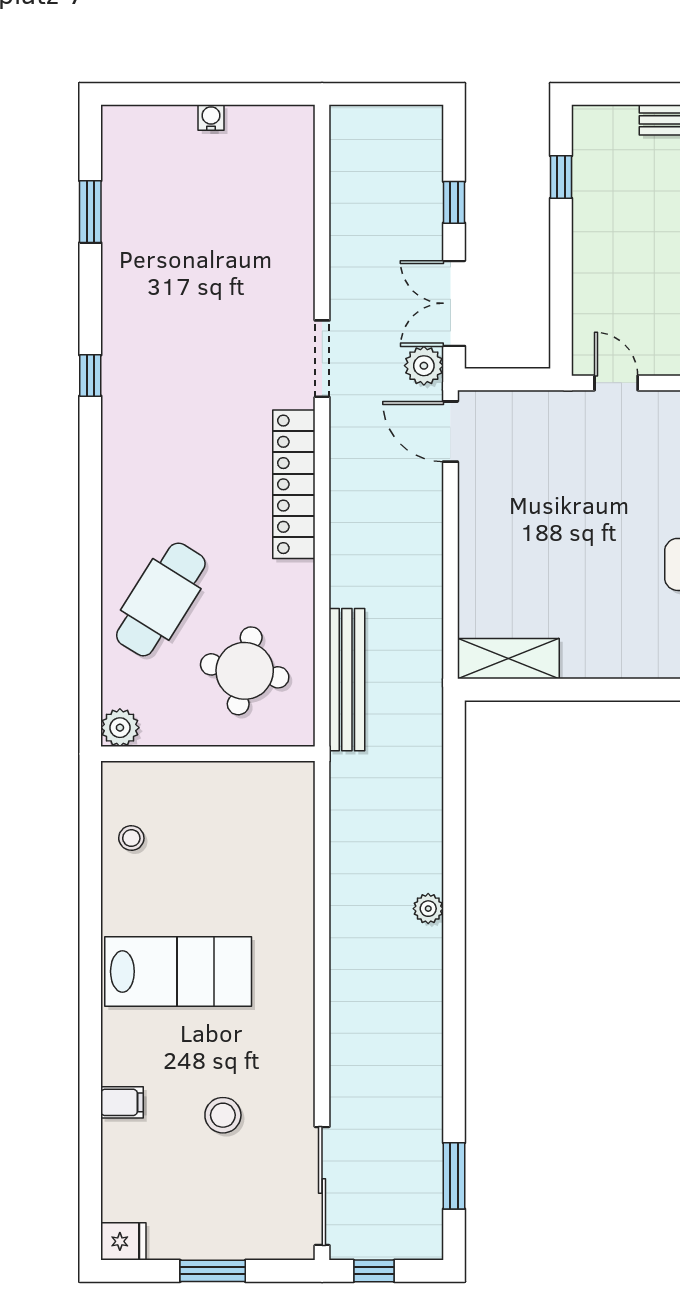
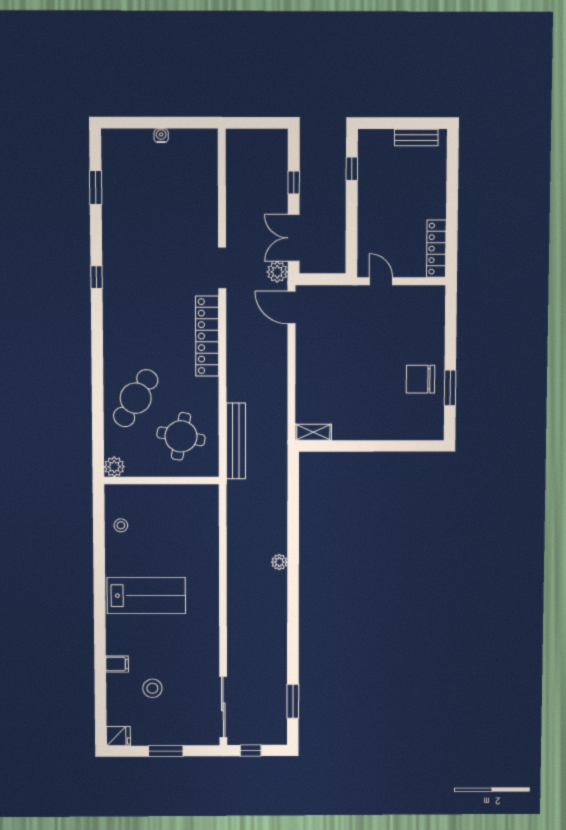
shelving: (508, 659) -> (313, 432), width x0.67, depth x0.75
stool: (223, 1115) -> (152, 688), moved

